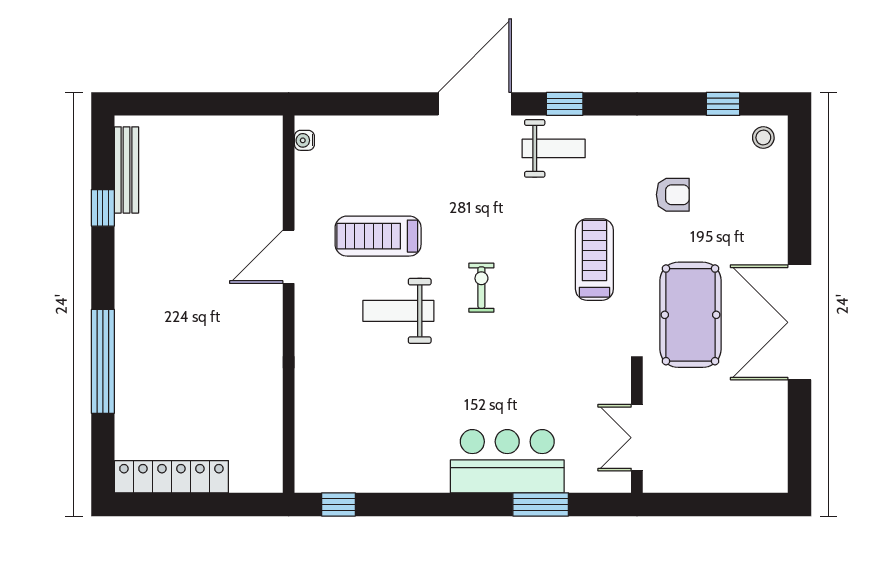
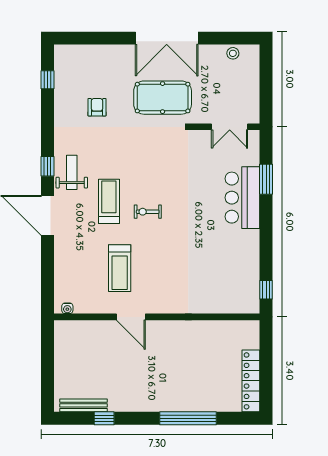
stool: (763, 137) -> (233, 53), moved
treadmill: (594, 260) -> (109, 201), moved, turned 90
weight bench: (398, 311) -> (160, 257), removed

